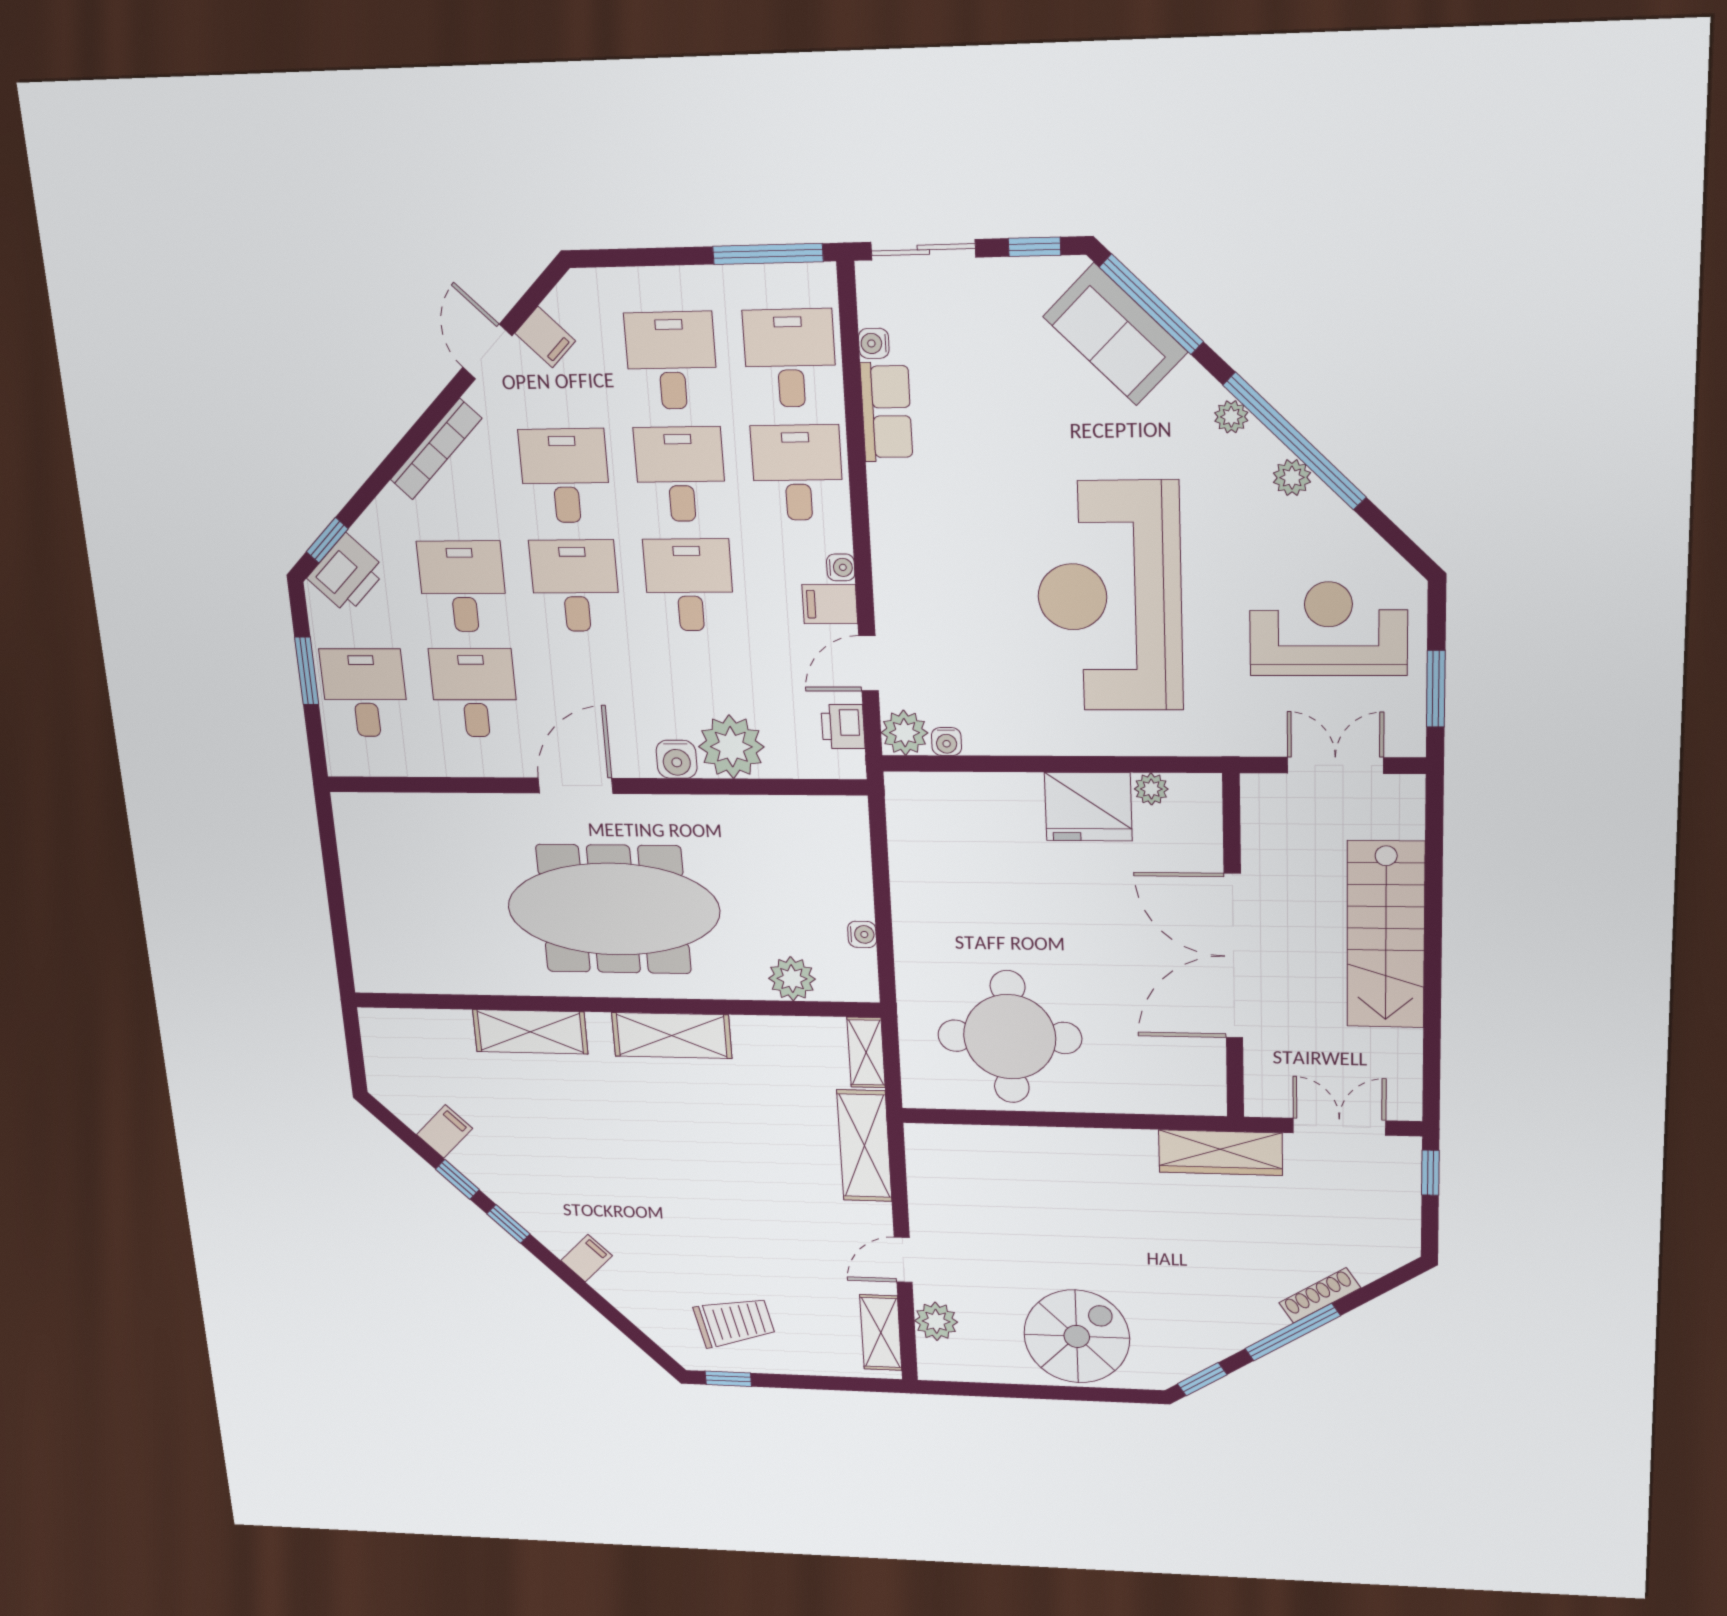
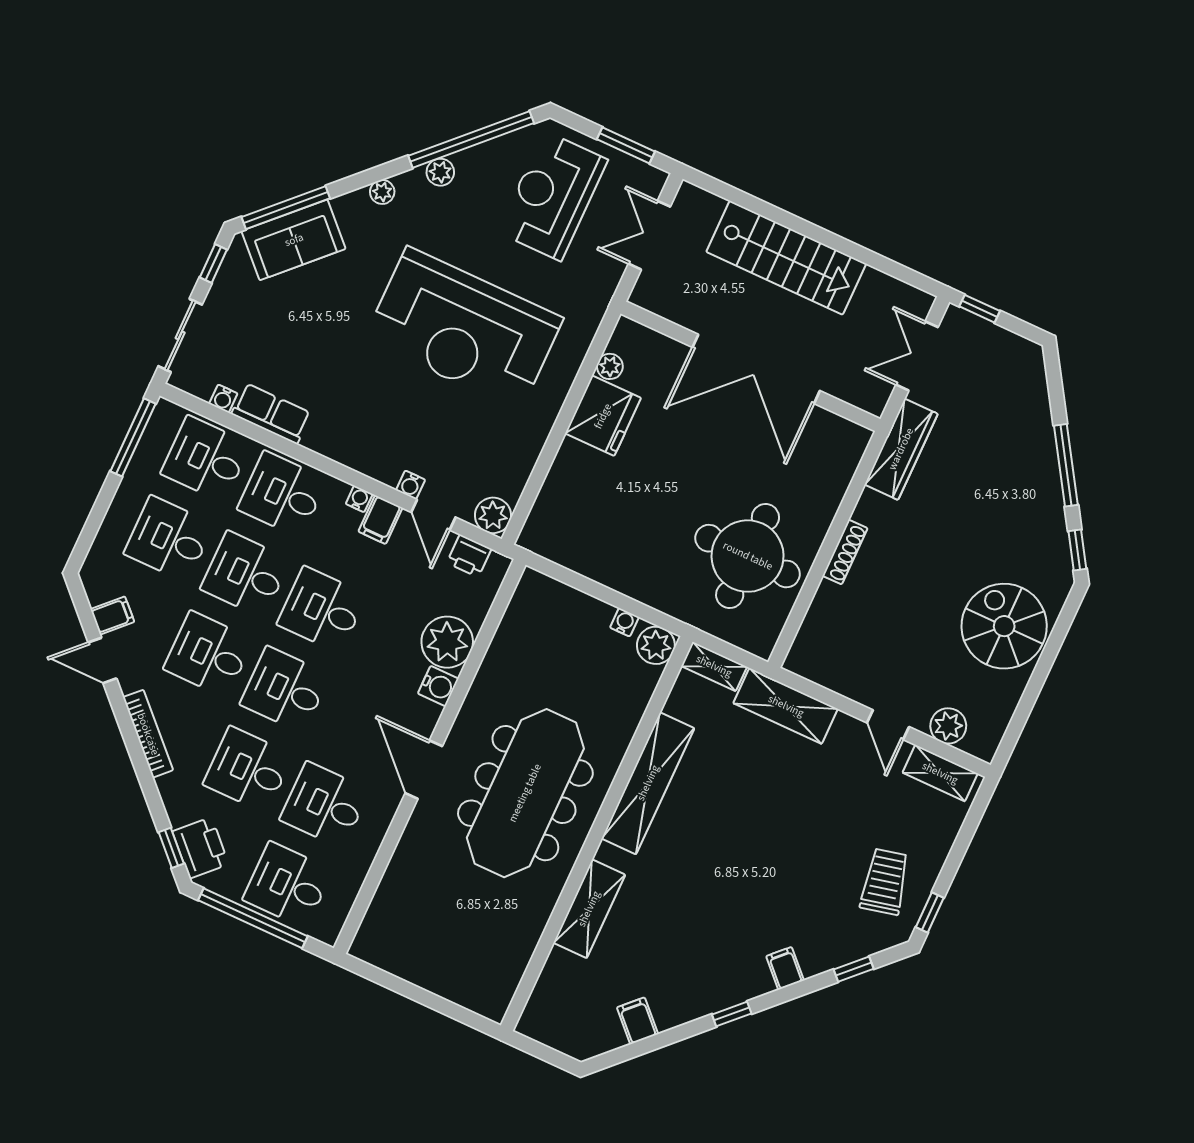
window: (1295, 441) -> (471, 139), moved
window: (307, 671) -> (253, 918), width x2.11
water cooler: (946, 741) -> (411, 485), moved, turned 90
plant: (792, 979) -> (656, 645), moved
shelving: (672, 1035) -> (648, 783), width x1.47
window: (457, 1179) -> (854, 969), moved
shoe rack: (1320, 1295) -> (845, 552), moved, turned -147

